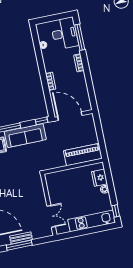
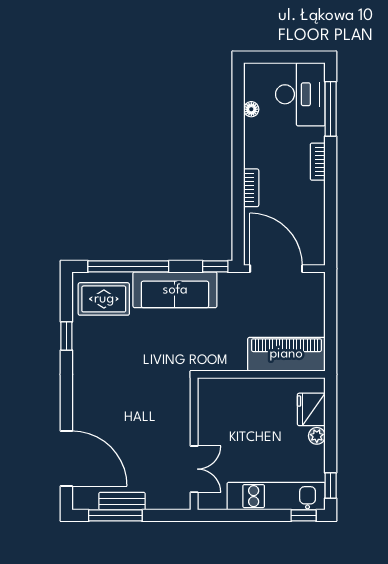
window: (106, 227) -> (304, 515), added

